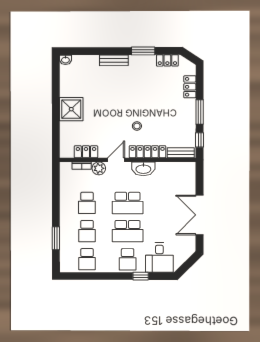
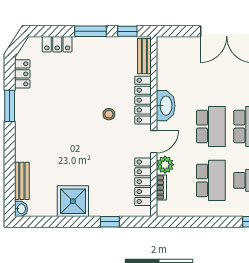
bench: (114, 60) -> (22, 181), moved
shower: (71, 109) -> (73, 201), moved
window: (56, 127) -> (110, 222), added
locker: (86, 152) -> (143, 182), width x1.53
door: (116, 160) -> (154, 142), swing flipped
school desk: (87, 203) -> (211, 180), width x1.85

